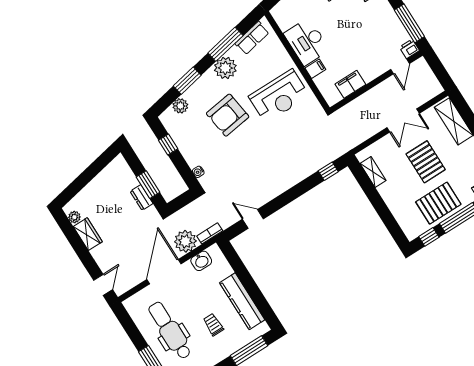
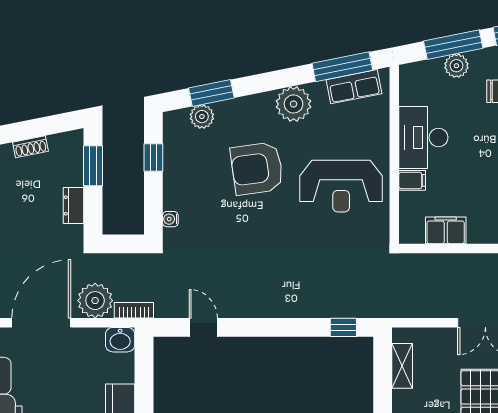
window: (225, 44) -> (342, 67), moved
window: (187, 81) -> (211, 93), moved
shoe rack: (98, 181) -> (30, 147), added
window: (148, 185) -> (93, 166), moved
washbasin: (201, 261) -> (120, 340), moved

